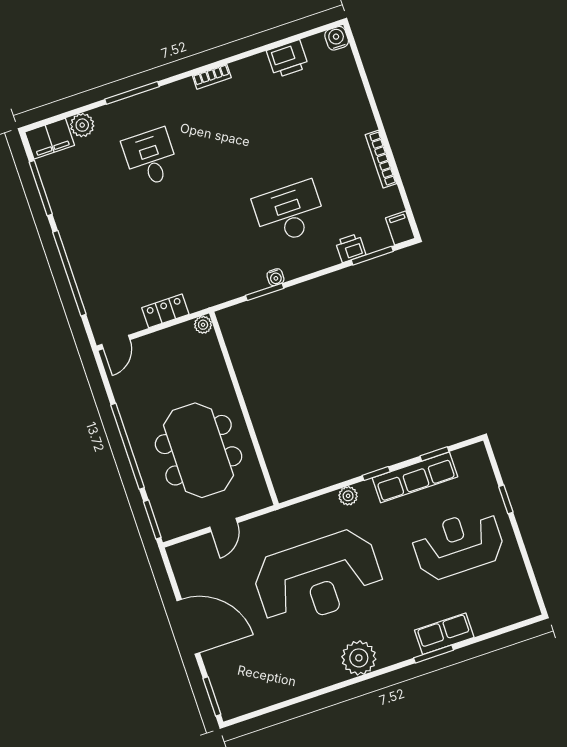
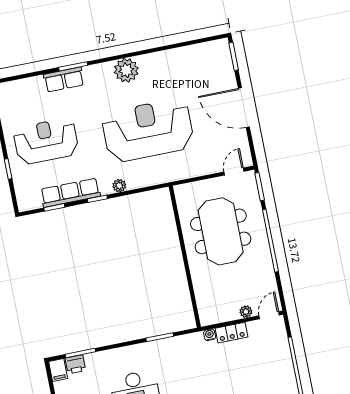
printer: (351, 248) -> (75, 364), moved
water cooler: (275, 277) -> (210, 335), moved
plant: (203, 325) -> (246, 312), moved
door: (224, 525) -> (234, 172), moved
reception desk: (458, 545) -> (46, 141), turned 180

